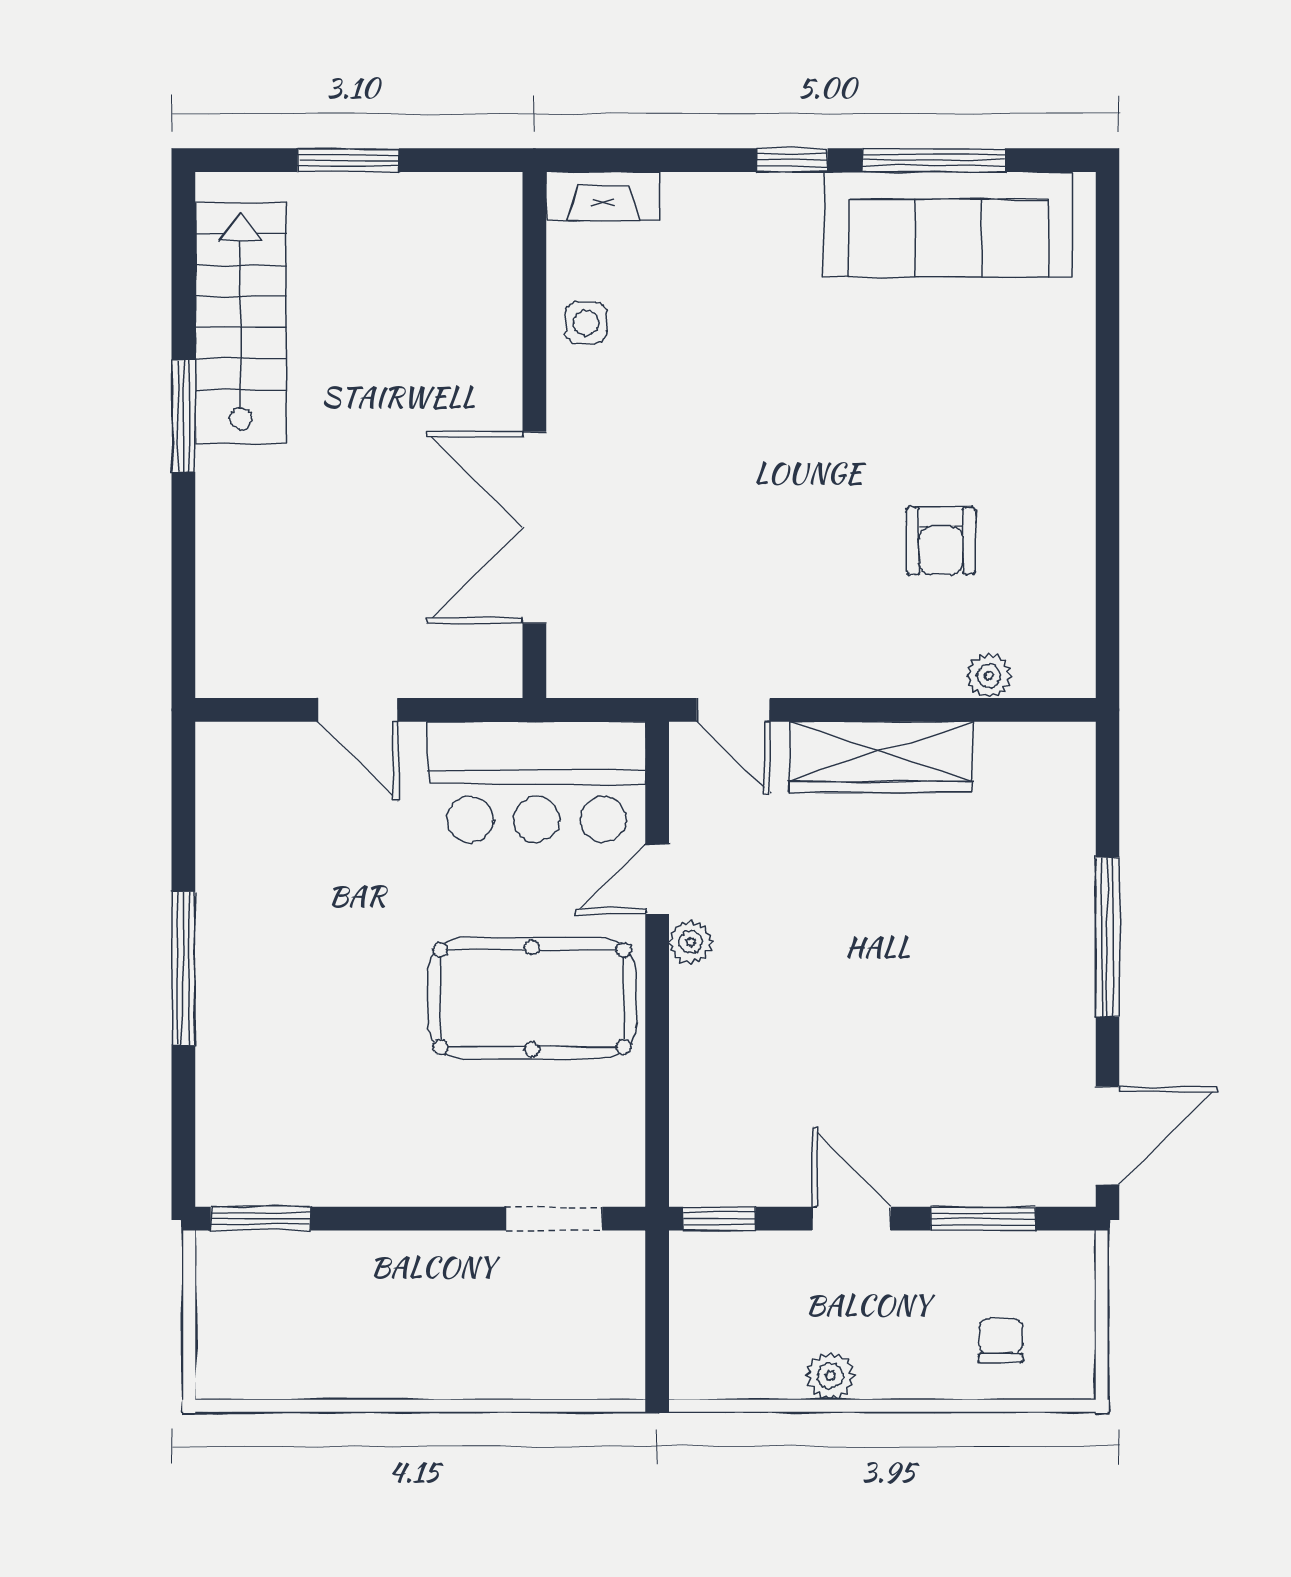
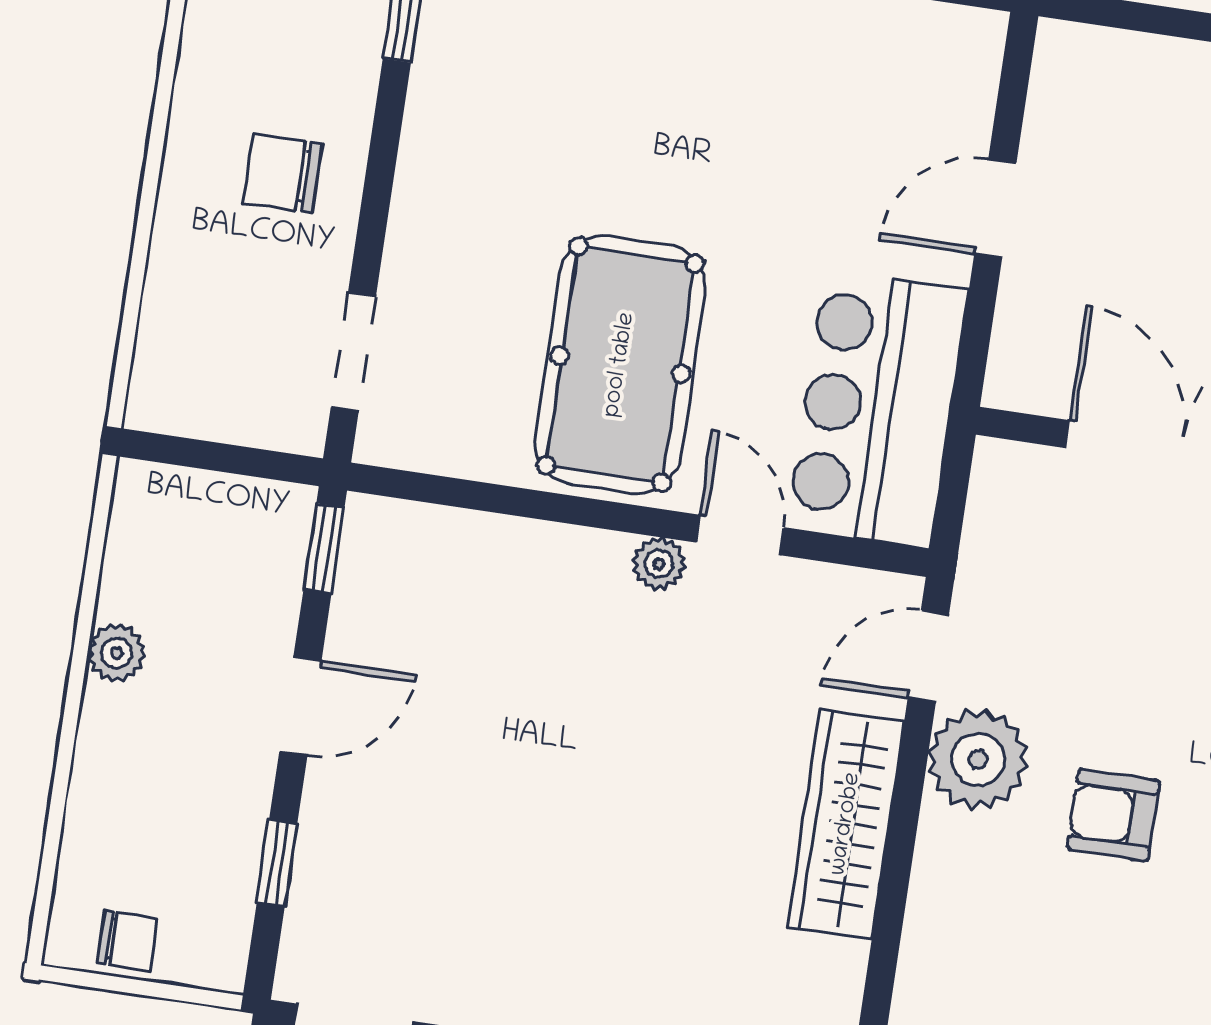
armchair: (941, 541) -> (1113, 815), moved
plant: (989, 676) -> (978, 759), moved, width x1.88, depth x1.88
window: (983, 1219) -> (277, 863), width x0.67
chair: (417, 1299) -> (283, 173), added
chair: (1001, 1340) -> (127, 940), moved

